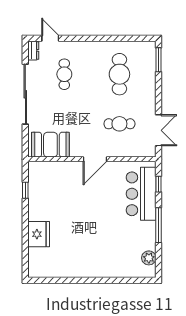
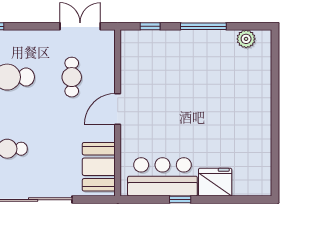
door: (95, 159) -> (118, 109), swing flipped
window: (25, 190) -> (180, 200), moved
bar counter: (141, 194) -> (162, 177), moved, turned 180

